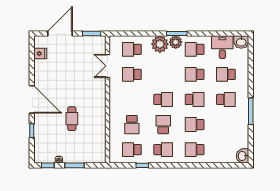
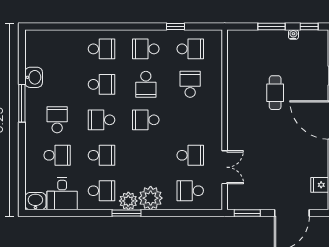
school desk: (132, 49) -> (190, 191), turned 180
school desk: (226, 99) -> (57, 120), turned 90
washbasin: (242, 156) -> (34, 77), moved

